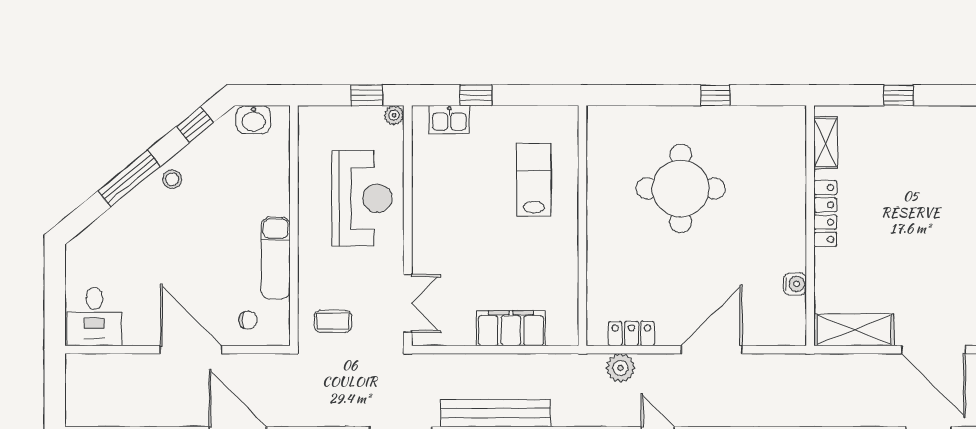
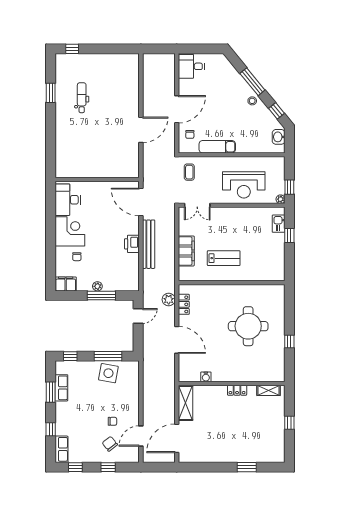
lab bench: (534, 180) -> (224, 258), moved
locker: (825, 214) -> (237, 390), width x0.66

